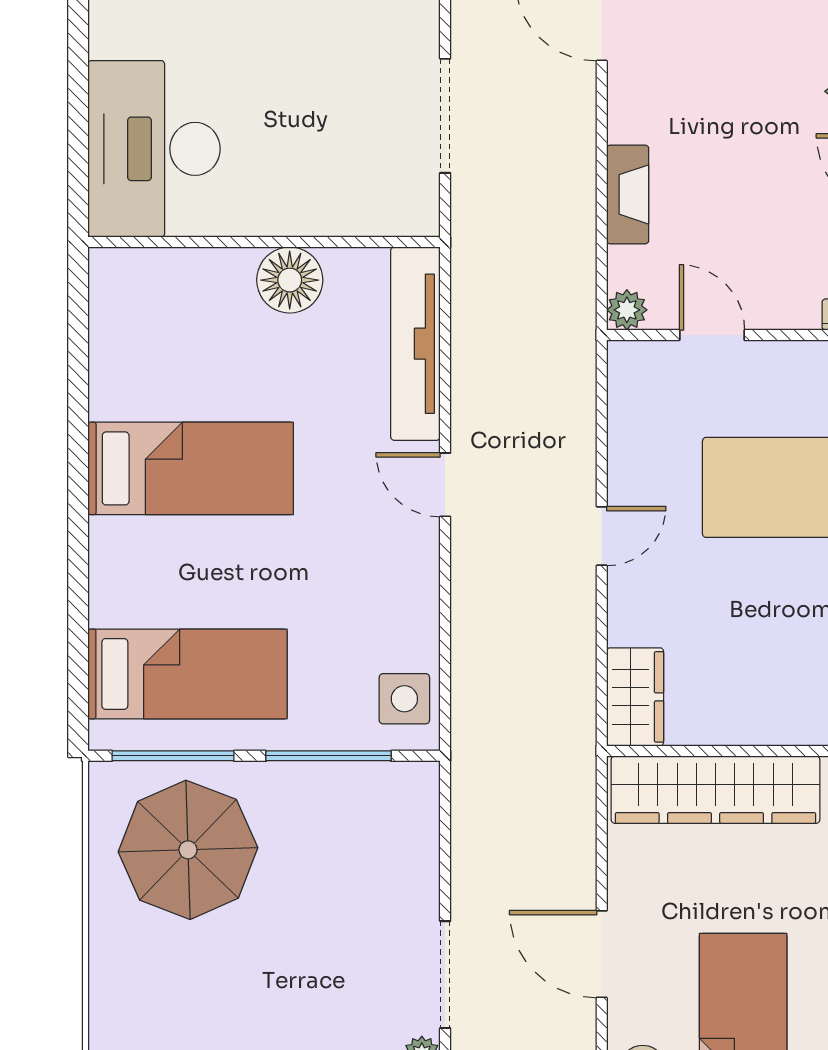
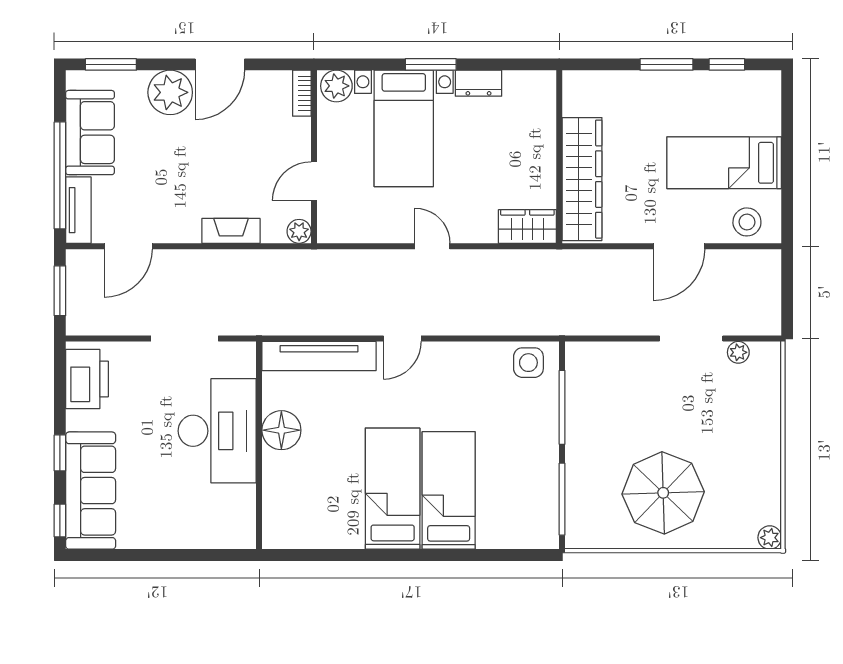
desk: (154, 149) -> (217, 431), moved, turned -90
bed: (188, 674) -> (449, 490), moved
parasol: (188, 850) -> (663, 493), moved

